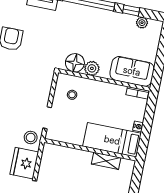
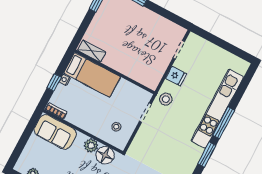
window: (148, 121) -> (54, 82), added
shelving: (106, 161) -> (92, 51), moved
fridge: (24, 163) -> (176, 76), width x0.53, depth x0.75

